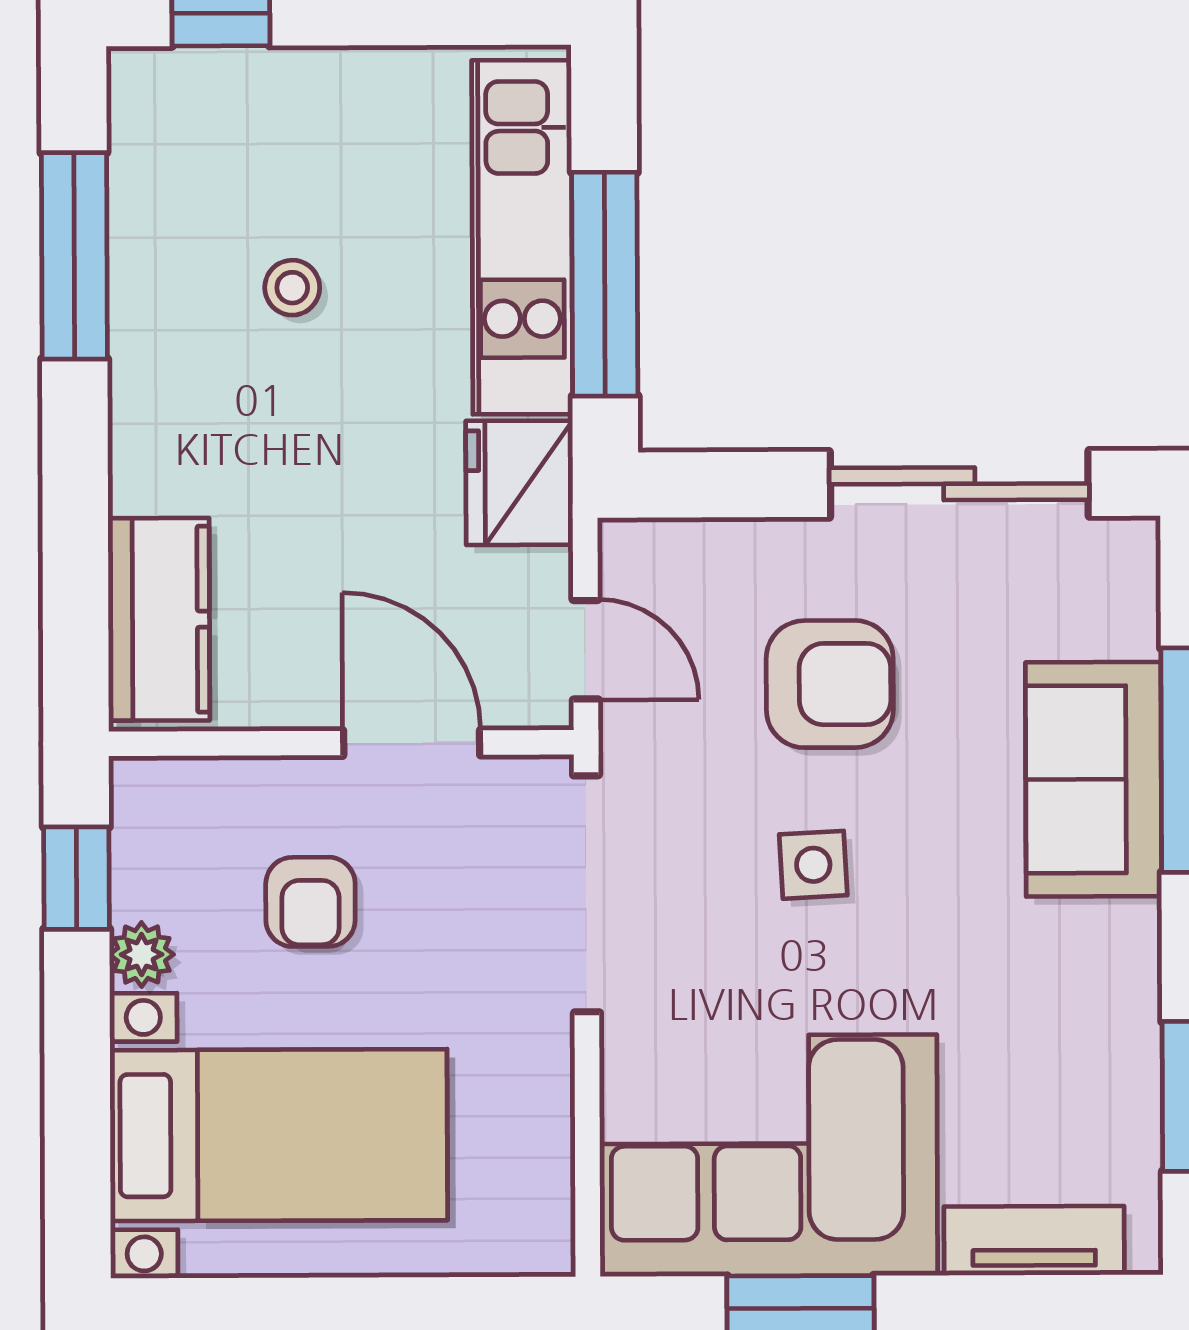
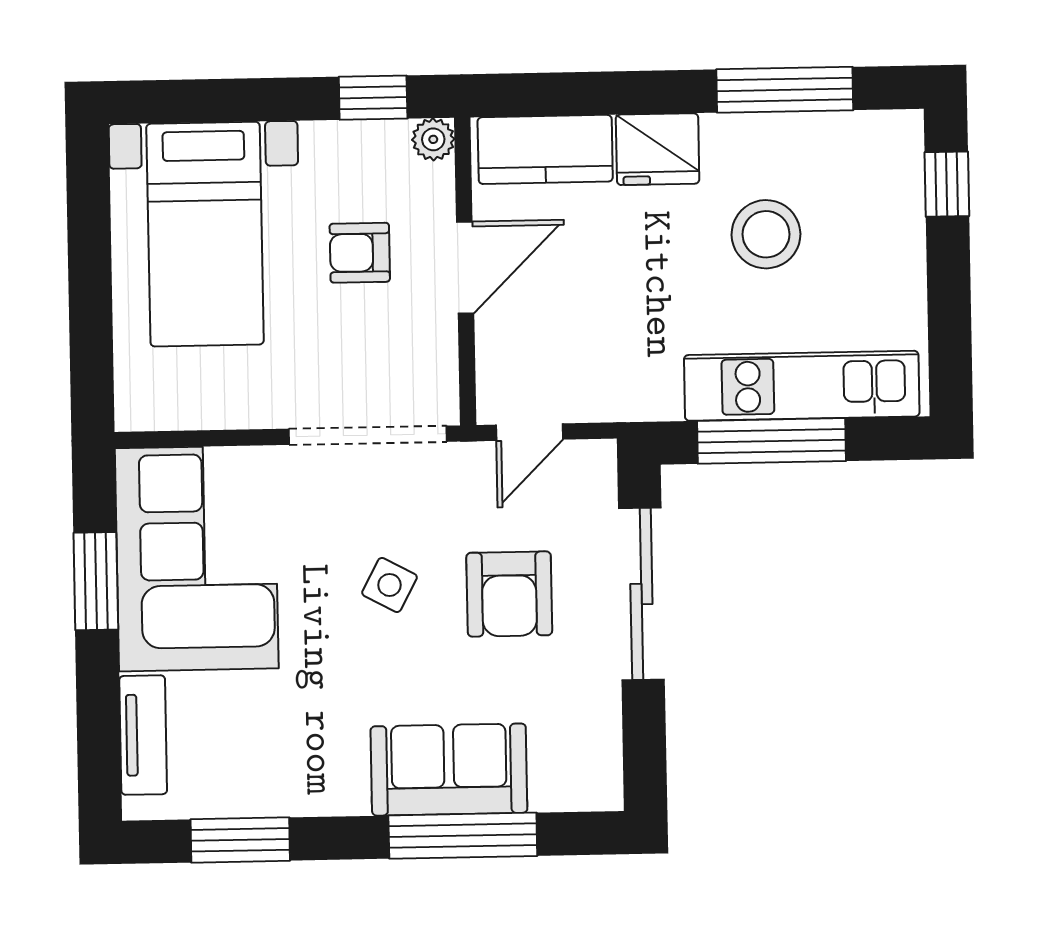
stool: (292, 288) -> (766, 234), width x1.89, depth x1.89
fridge: (519, 483) -> (658, 149), moved, turned 180
sliding door: (959, 484) -> (641, 594), moved
door: (412, 743) -> (465, 267), moved
side table: (813, 865) -> (390, 585), turned 31
plant: (142, 954) -> (433, 139), moved

